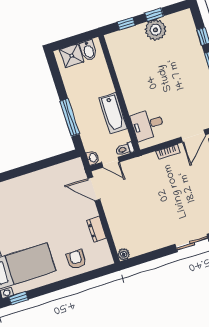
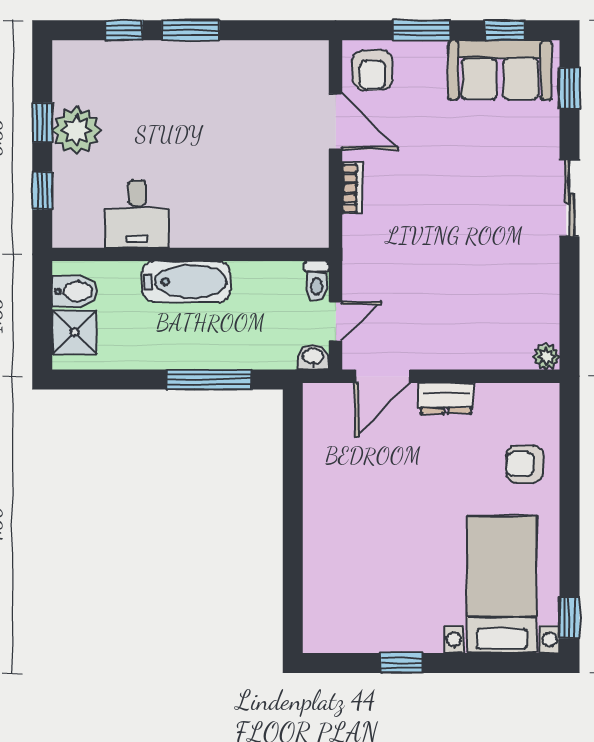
bathtub: (113, 113) -> (186, 282), moved
desk: (148, 125) -> (137, 214), moved
dresser: (97, 229) -> (446, 398), moved

